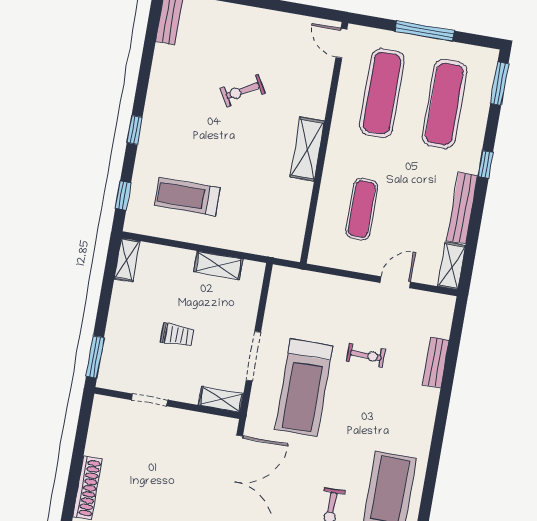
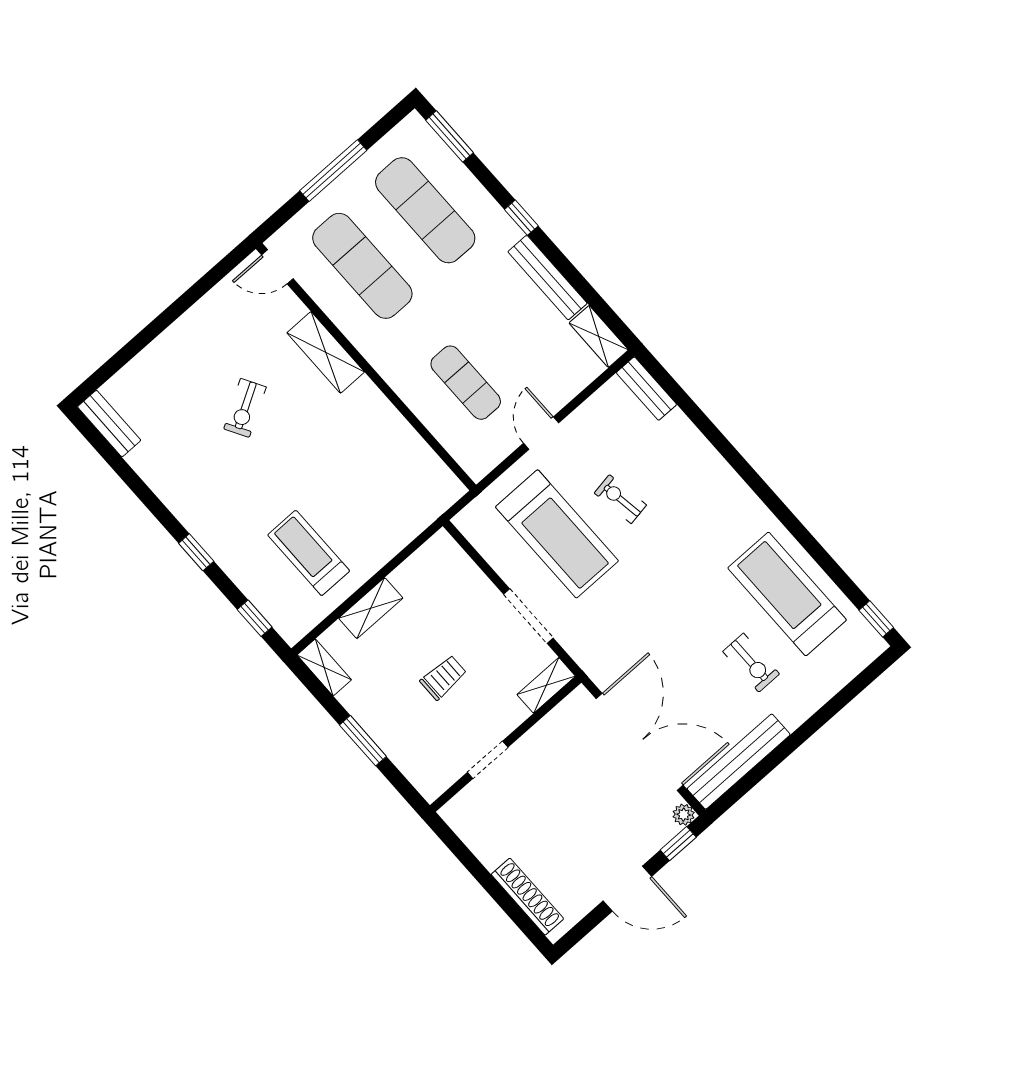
shelving: (307, 149) -> (326, 352), moved
treadmill: (187, 197) -> (309, 553), turned 90
shelving: (218, 265) -> (371, 608), moved
door: (395, 282) -> (541, 433), moved
exercise bike: (366, 355) -> (620, 499), turned -99
window: (95, 357) -> (363, 741), moved
bench: (436, 362) -> (646, 389), moved
treadmill: (304, 388) -> (557, 534), moved

